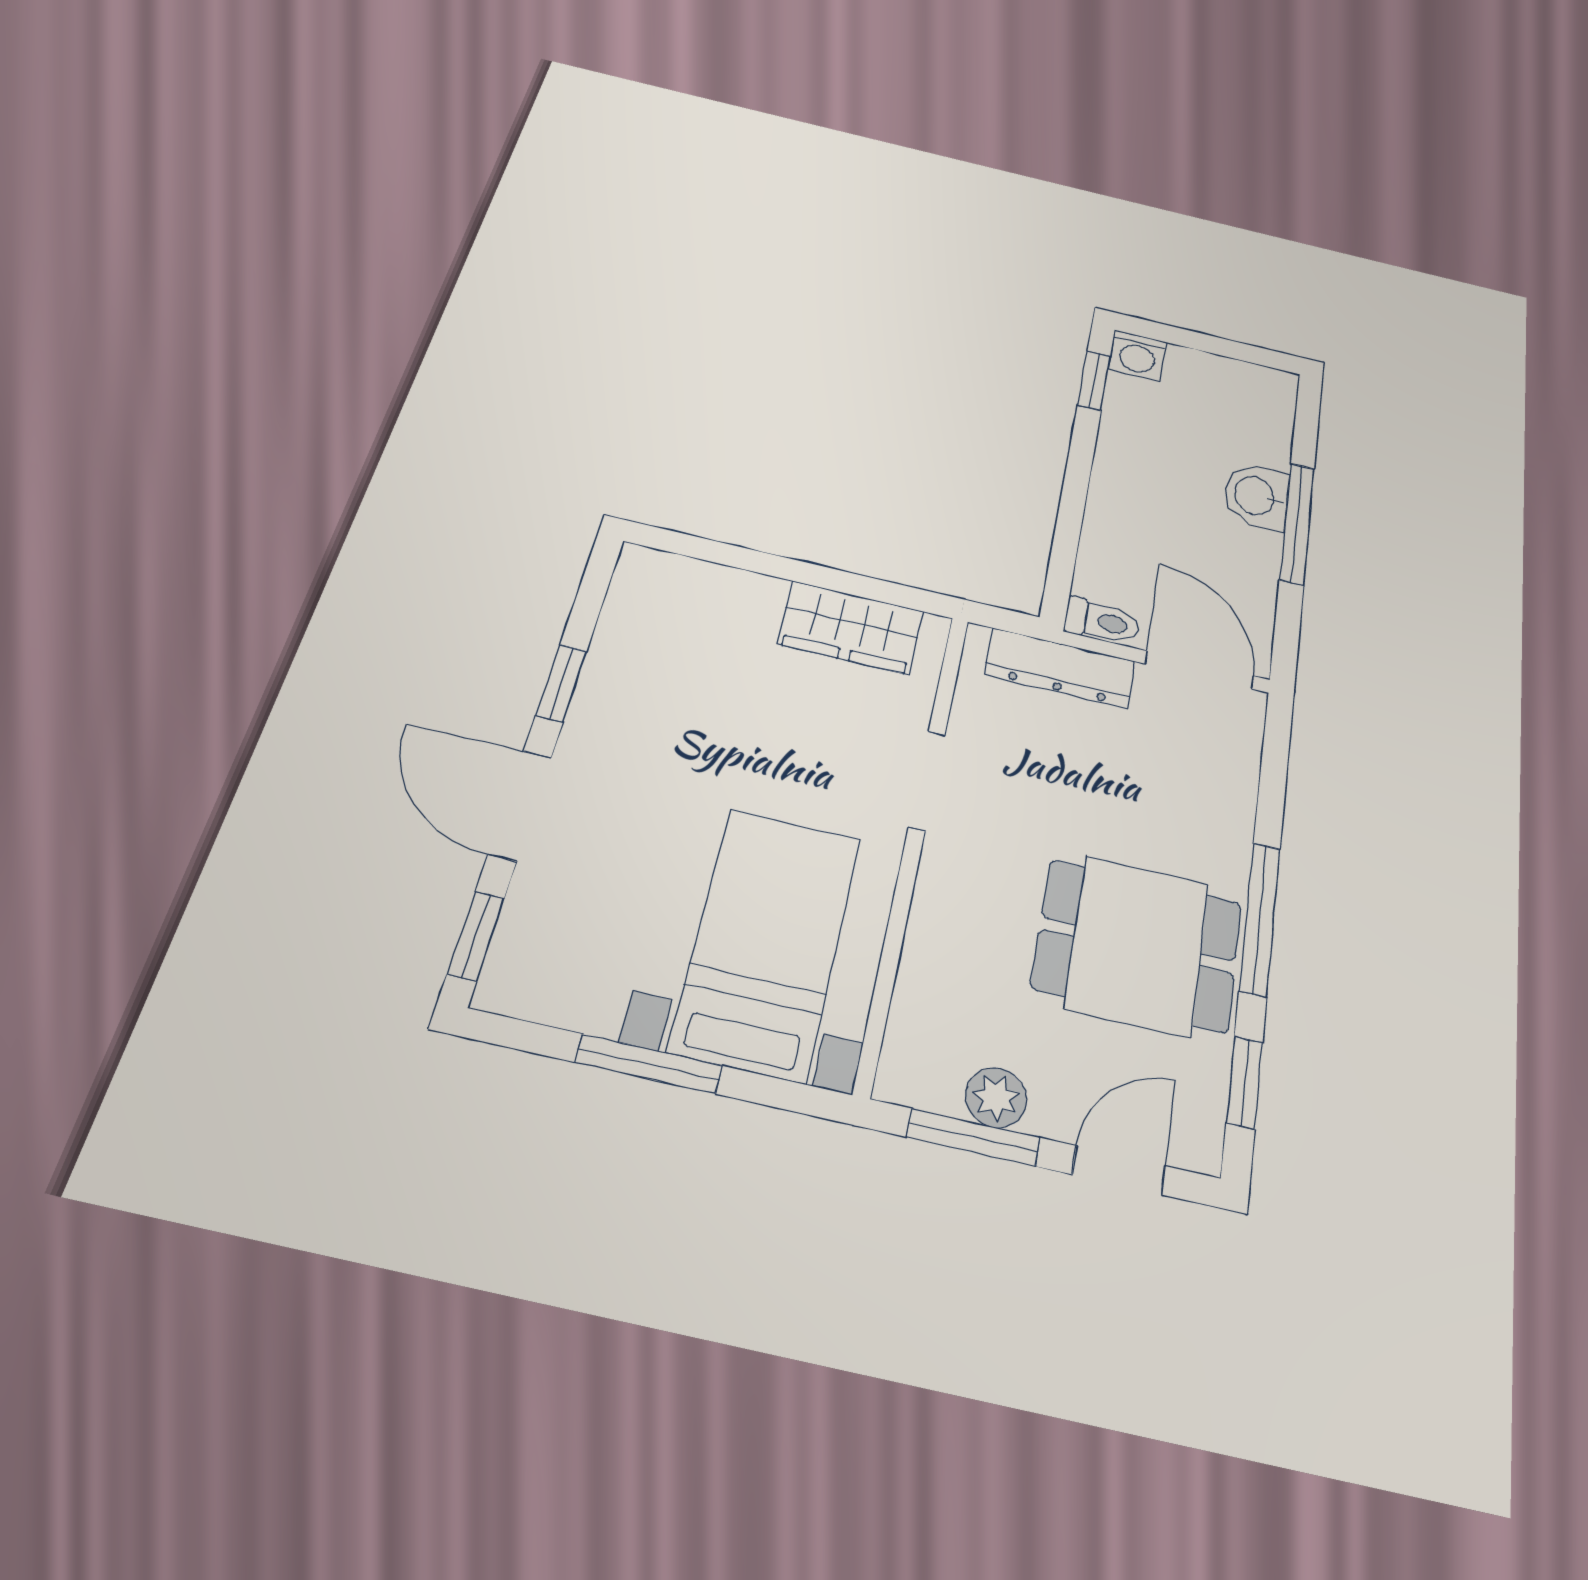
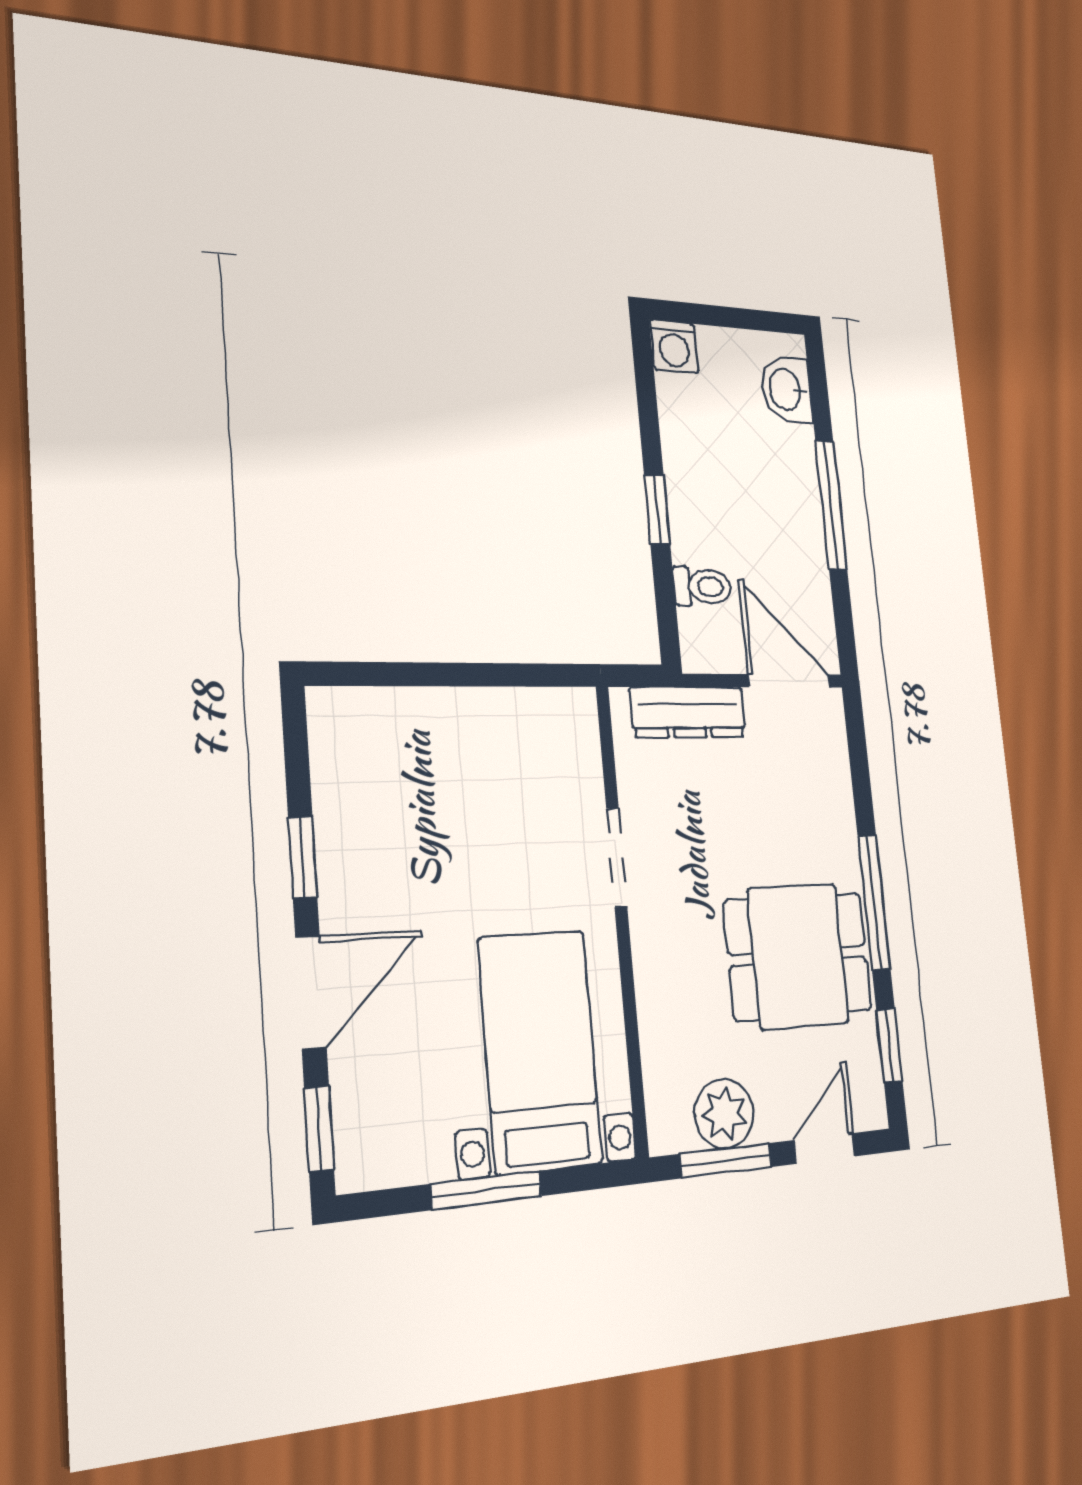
window: (1094, 380) -> (657, 510), moved
washbasin: (1256, 496) -> (786, 390), moved
toilet: (1102, 621) -> (702, 586), moved
wardrobe: (851, 627) -> (519, 722), removed
door: (520, 805) -> (311, 992), swing flipped
plant: (996, 1098) -> (724, 1114), width x1.38, depth x1.38

